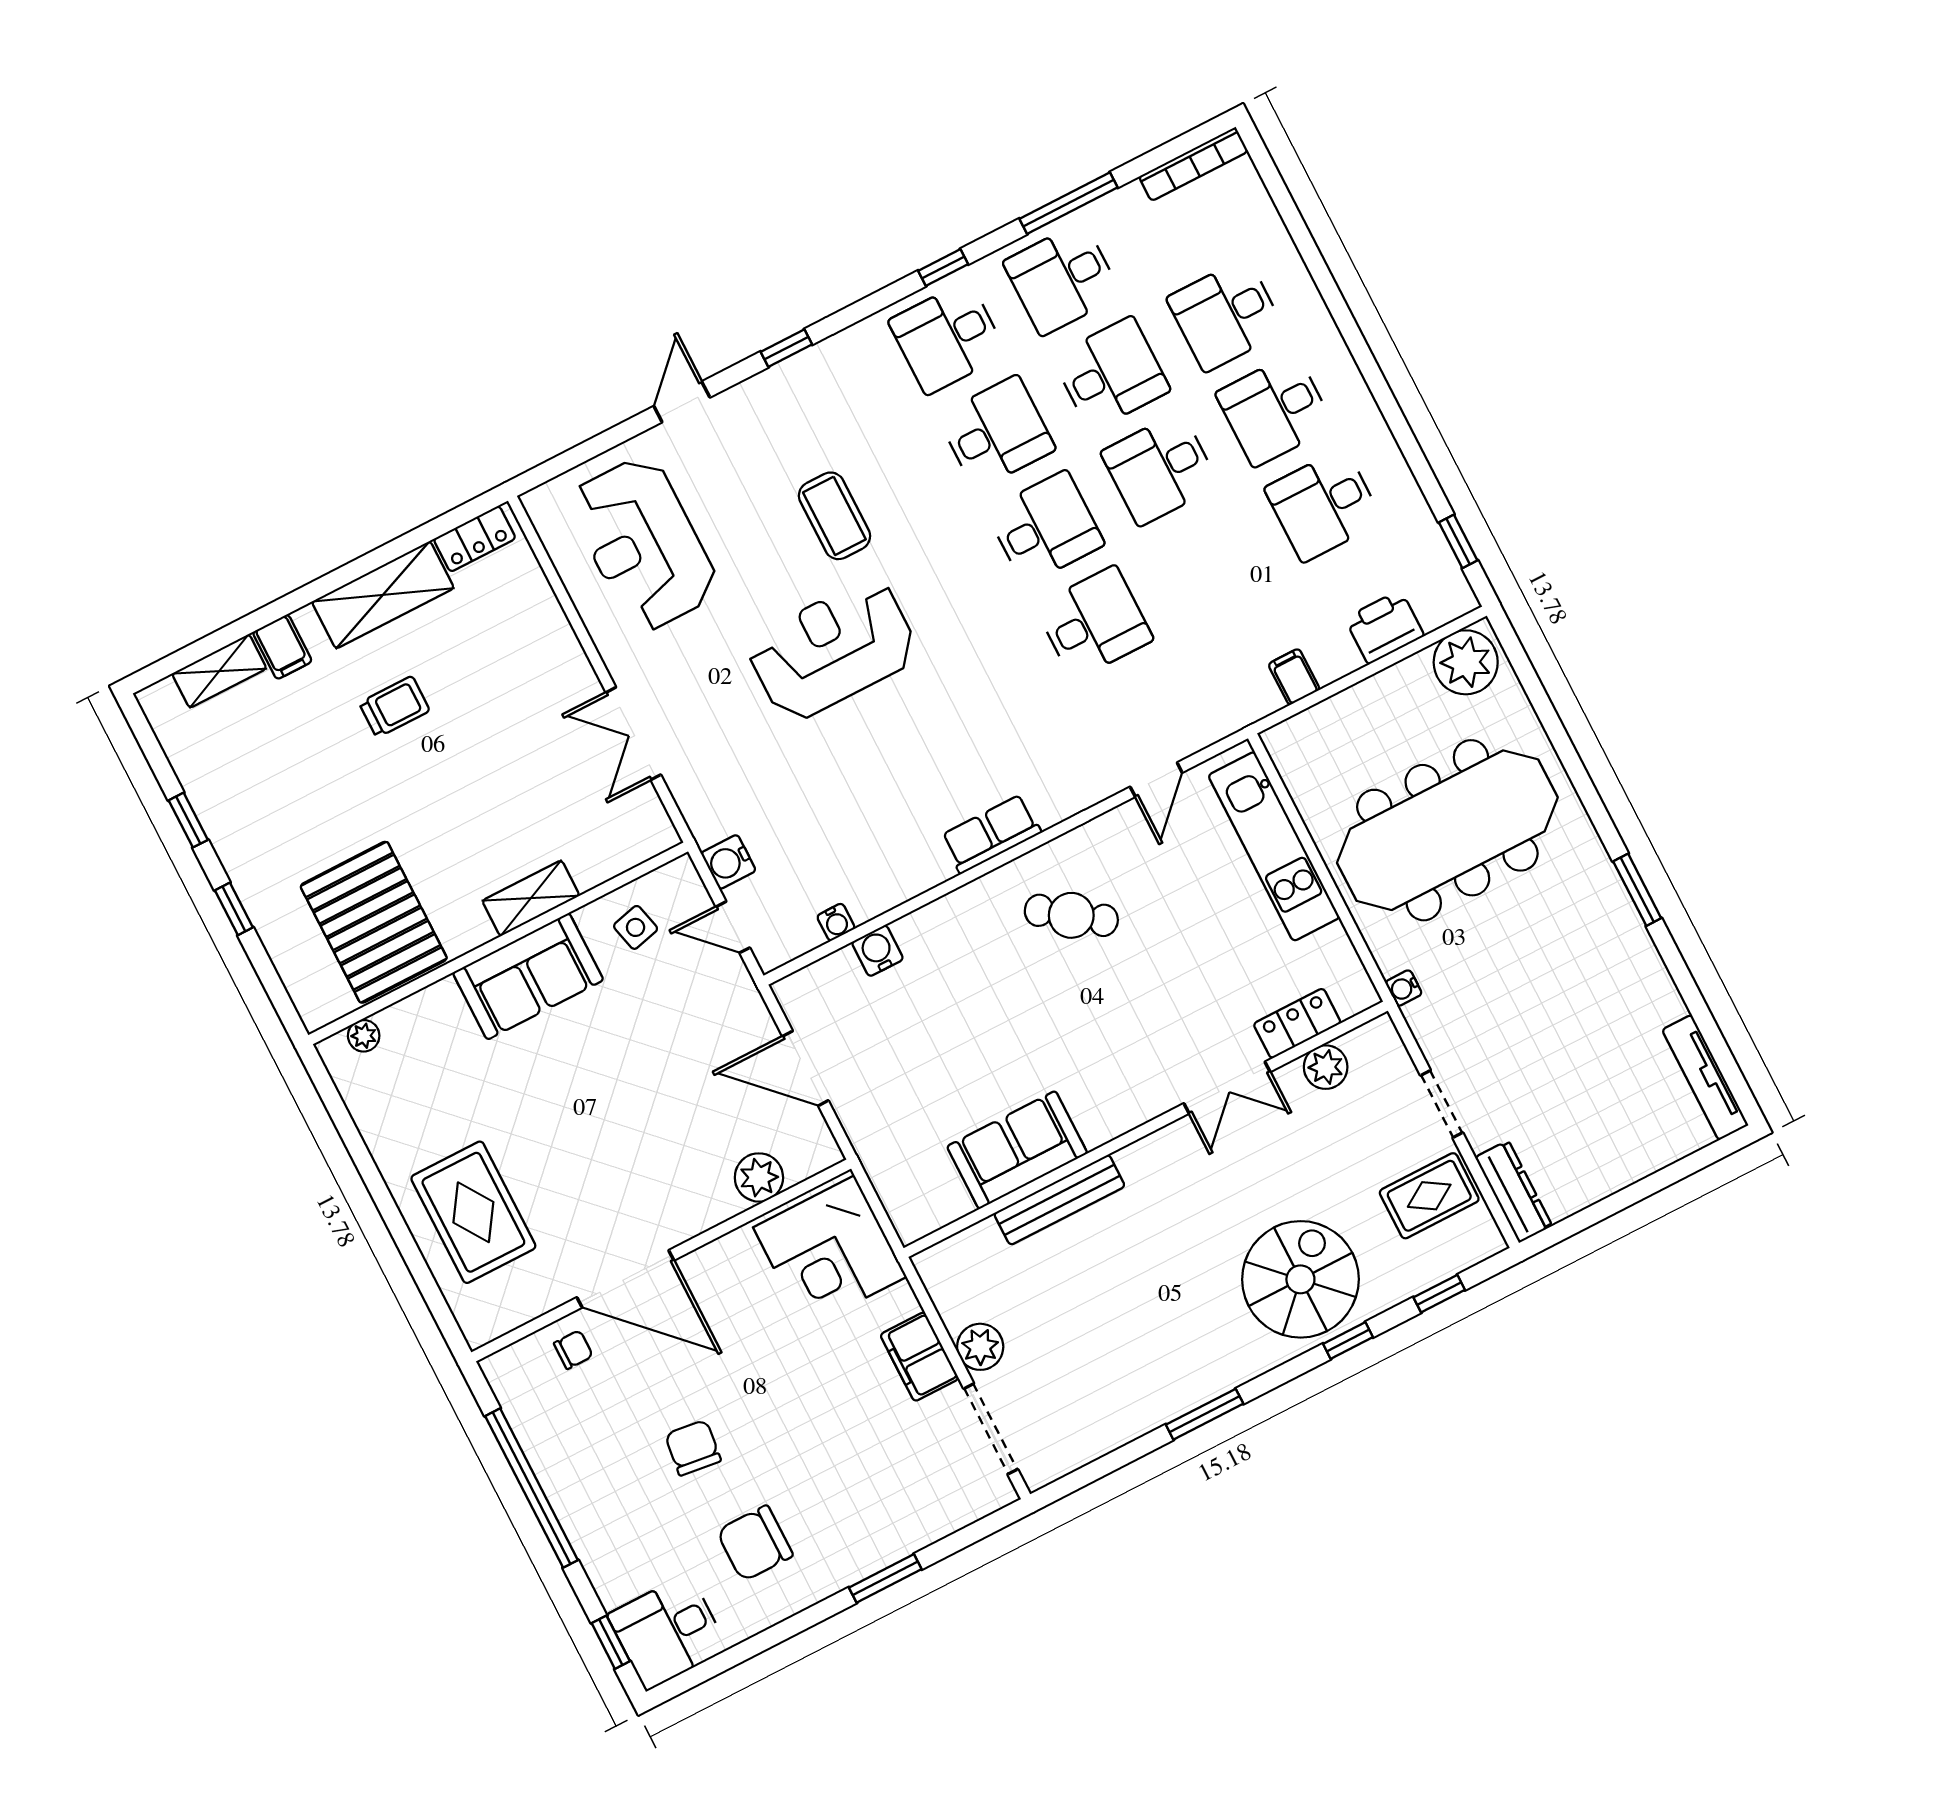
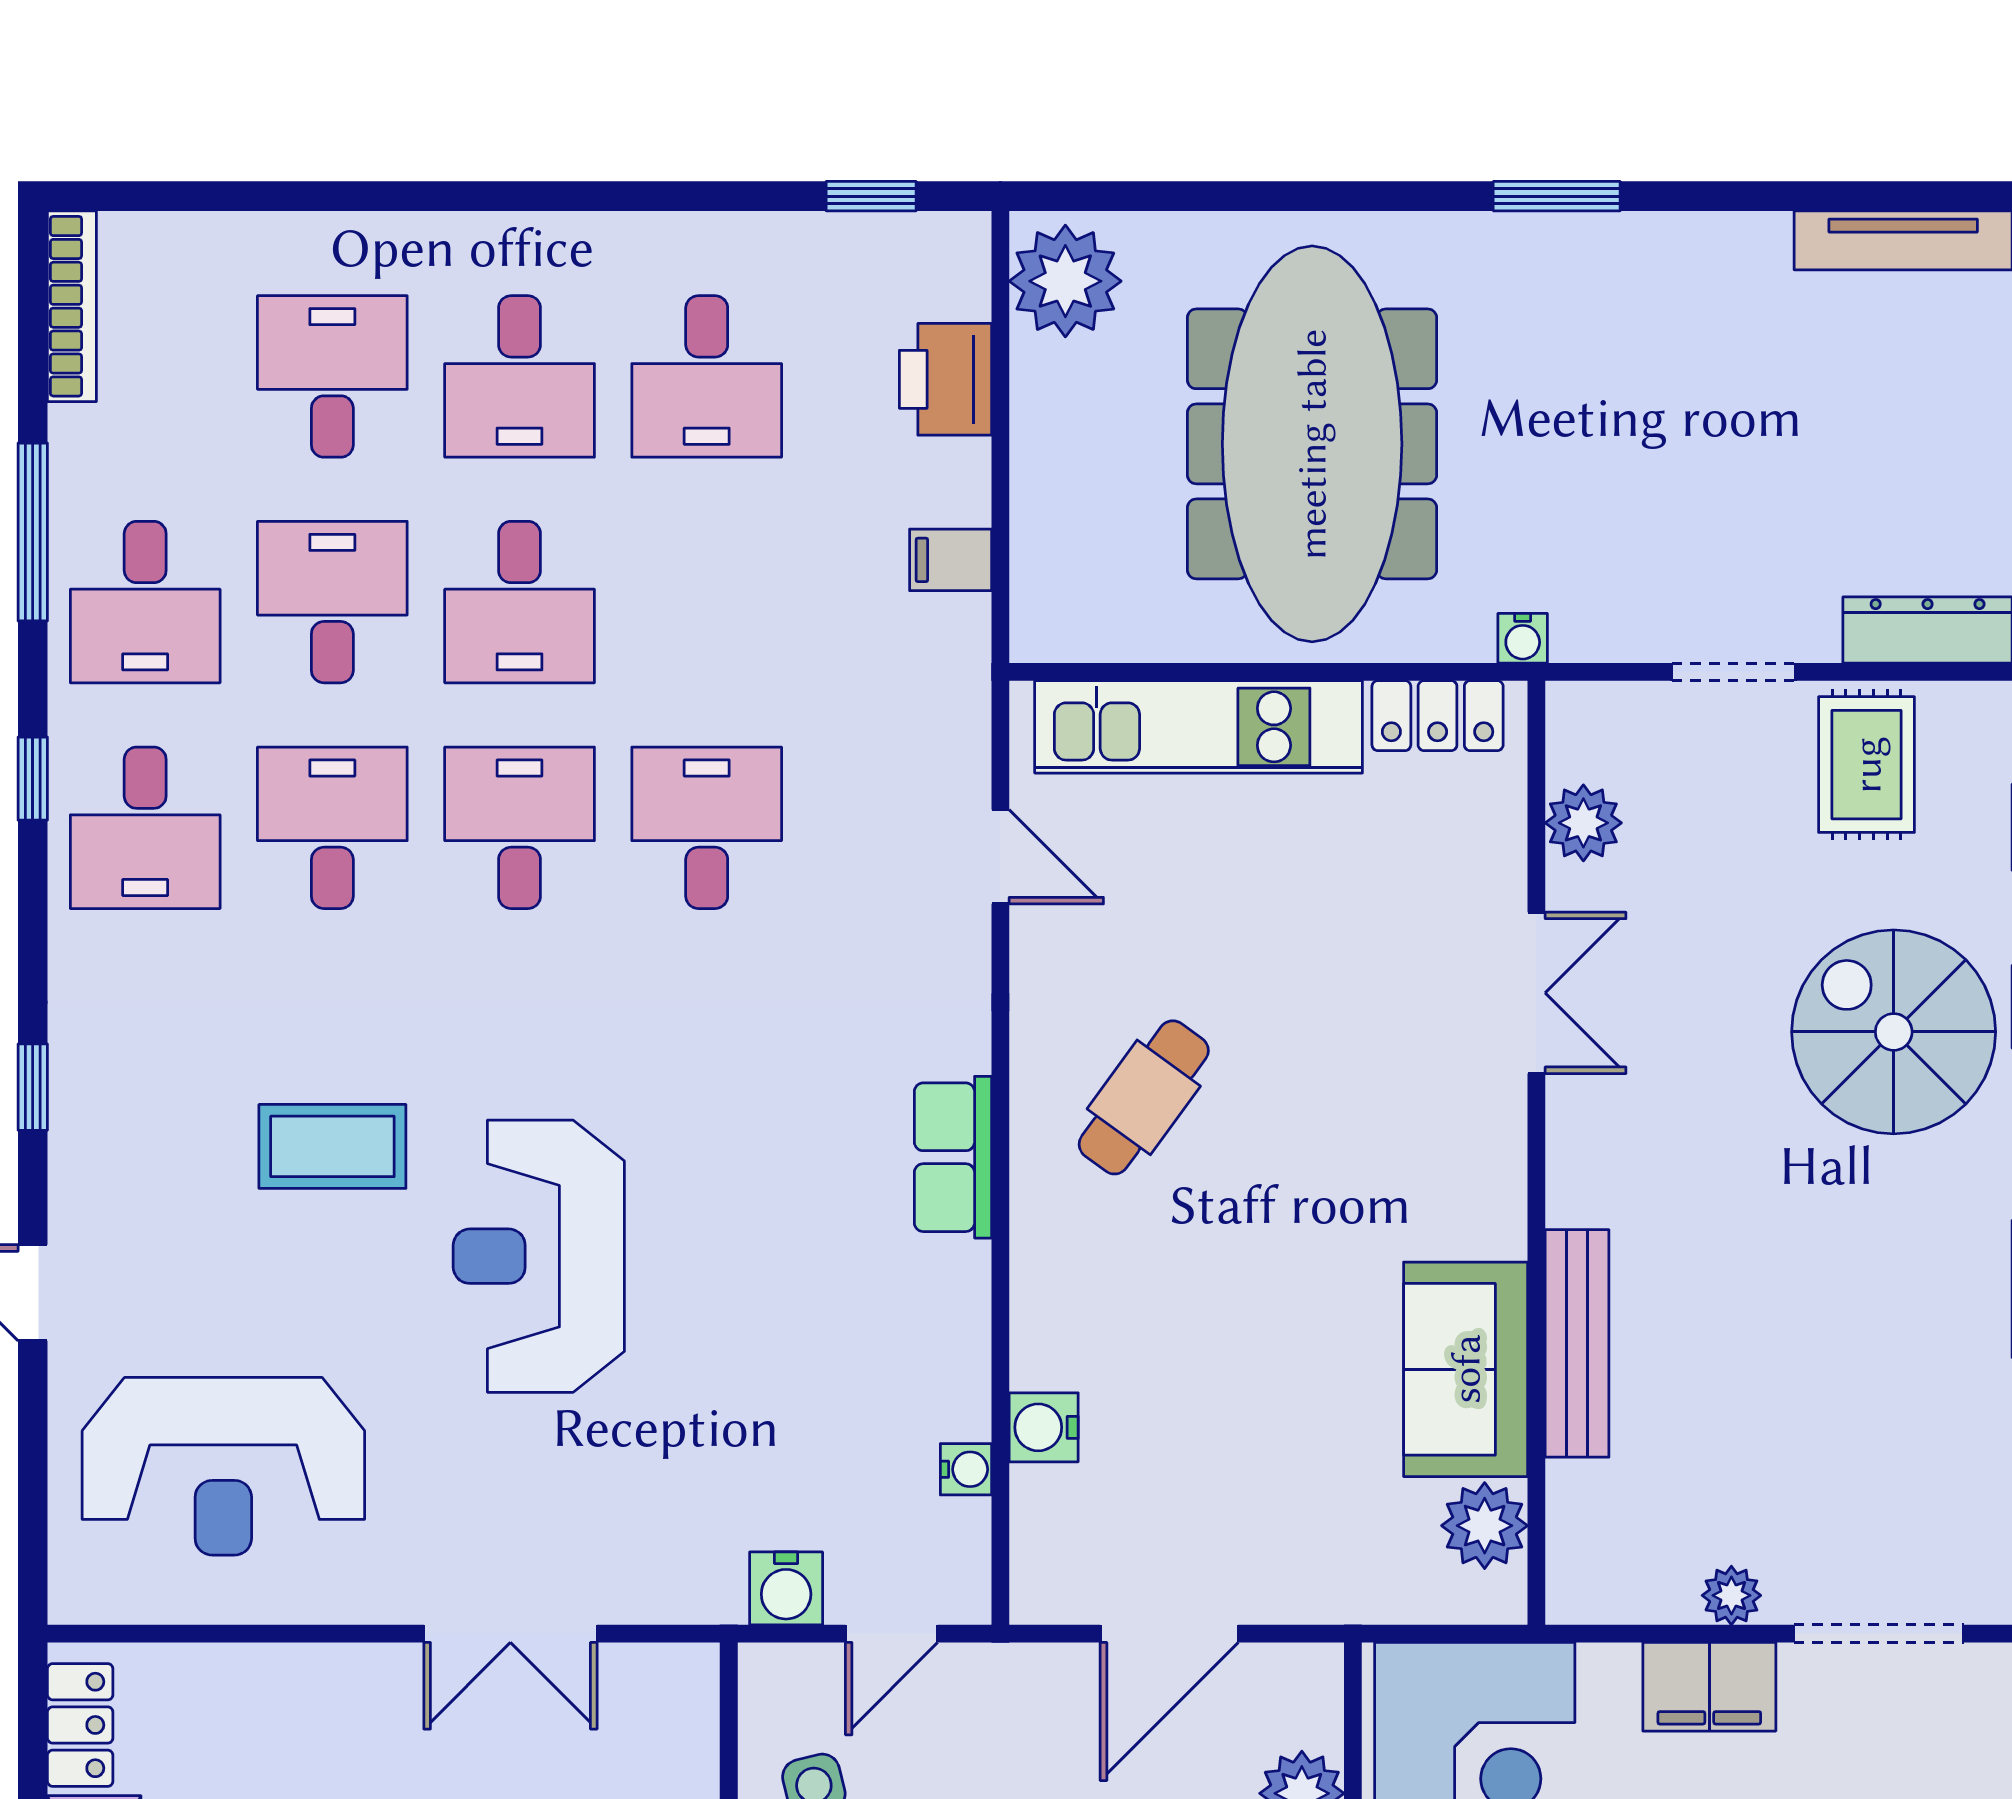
desk: (1226, 315) -> (332, 376), turned 180
locker: (1297, 1023) -> (1438, 716), moved, turned -90
plant: (943, 1200) -> (1485, 1526), added
plant: (980, 1347) -> (1731, 1595), width x0.73, depth x0.73

